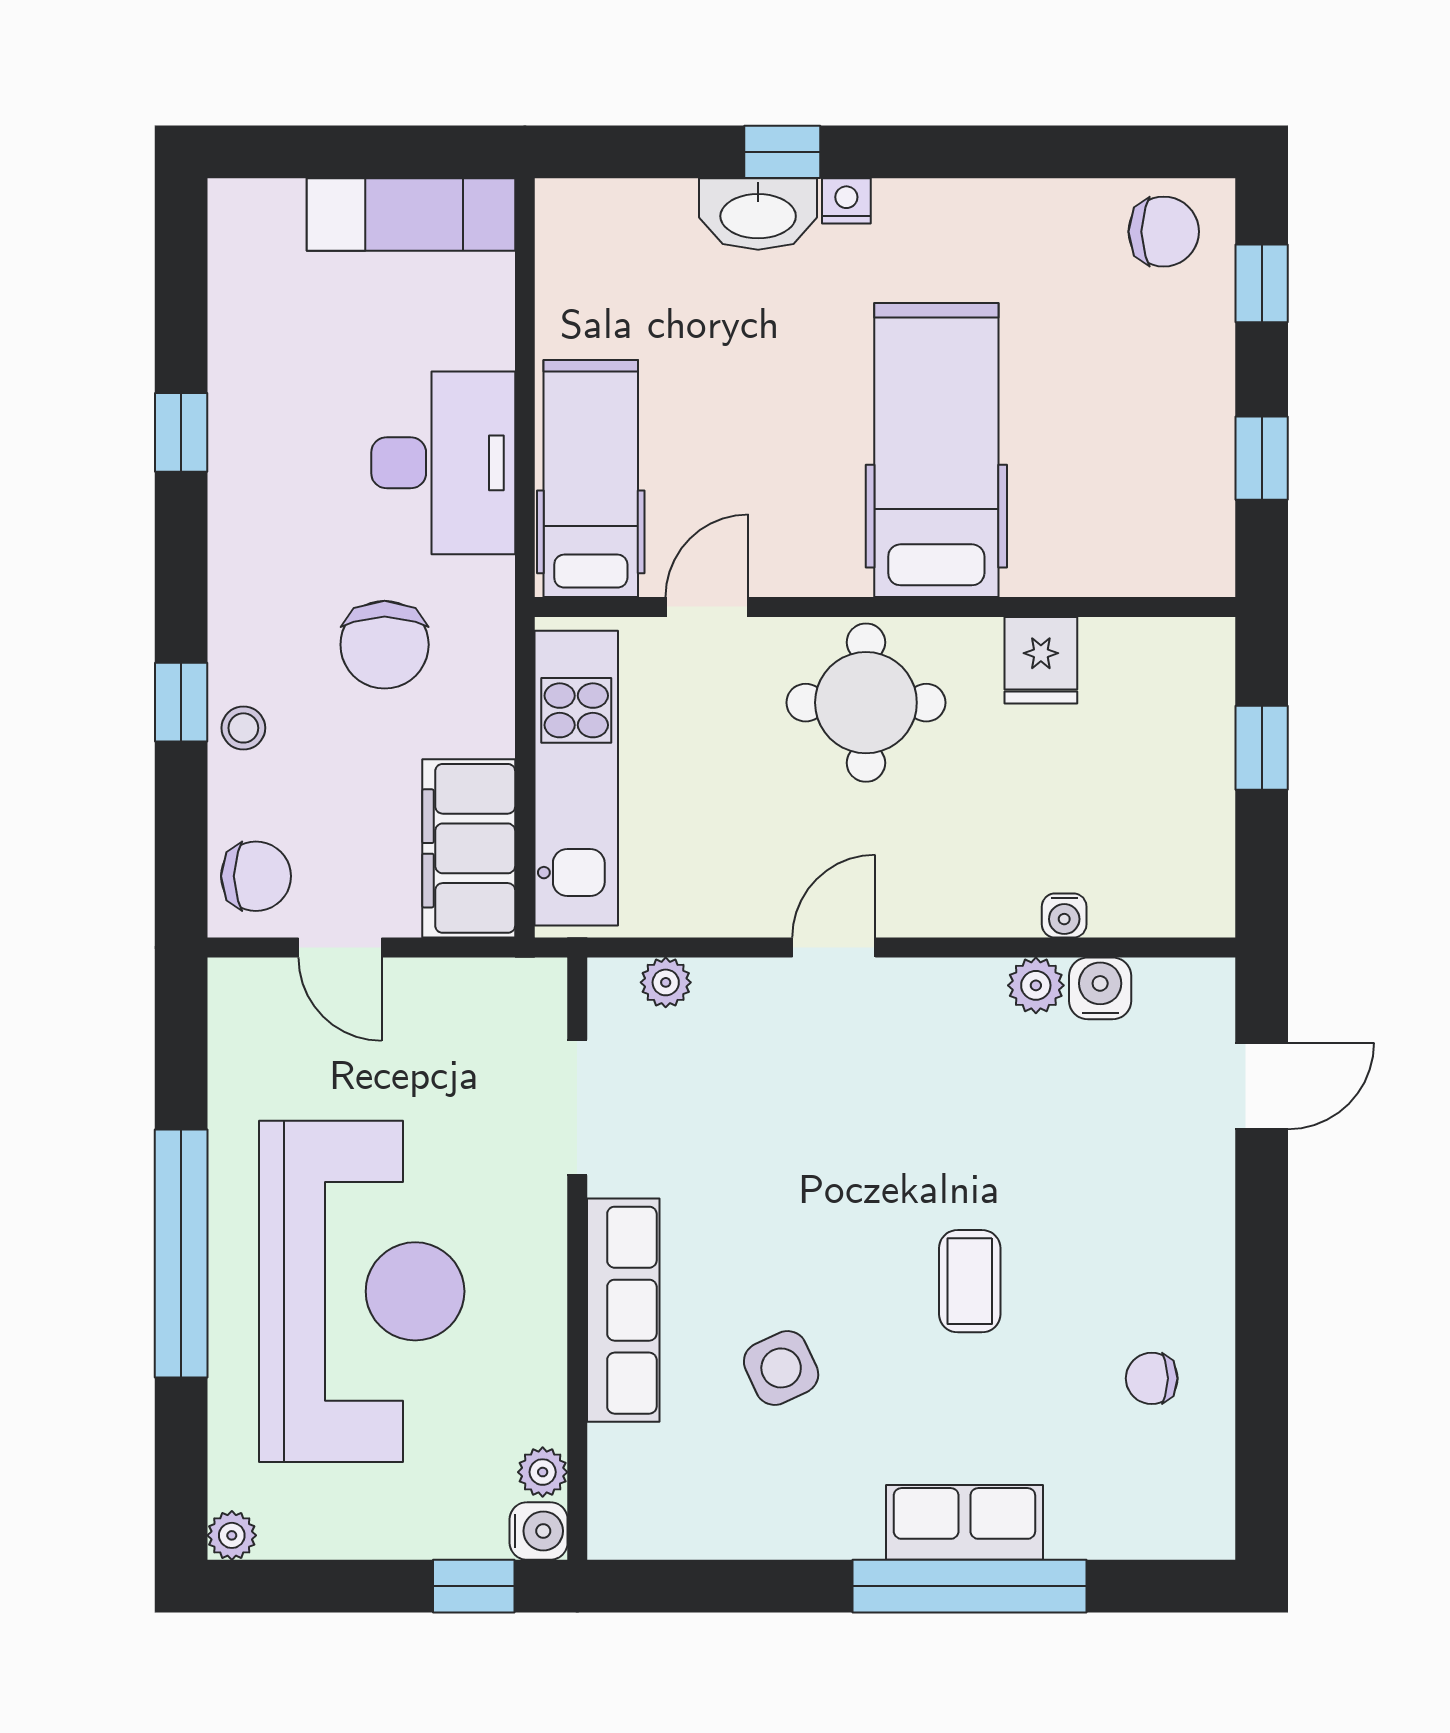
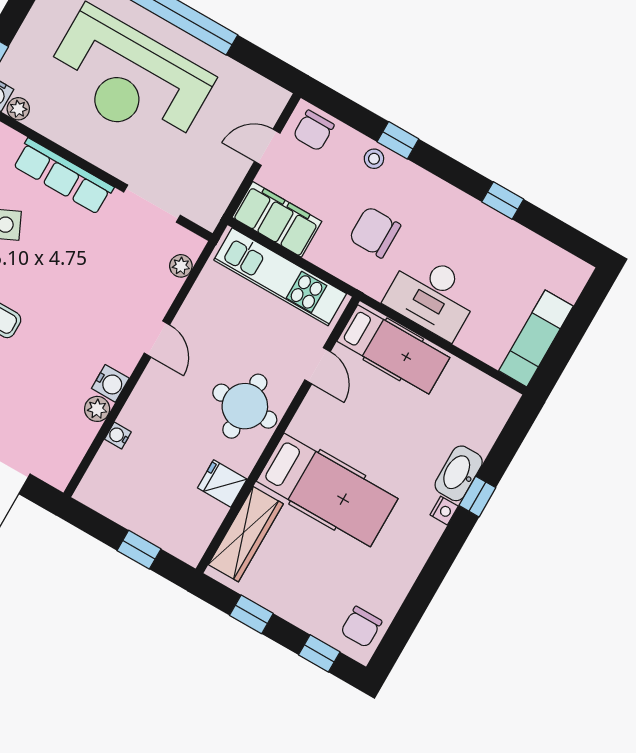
wardrobe: (1113, 558) -> (246, 534), added
water cooler: (1100, 988) -> (110, 383), moved

